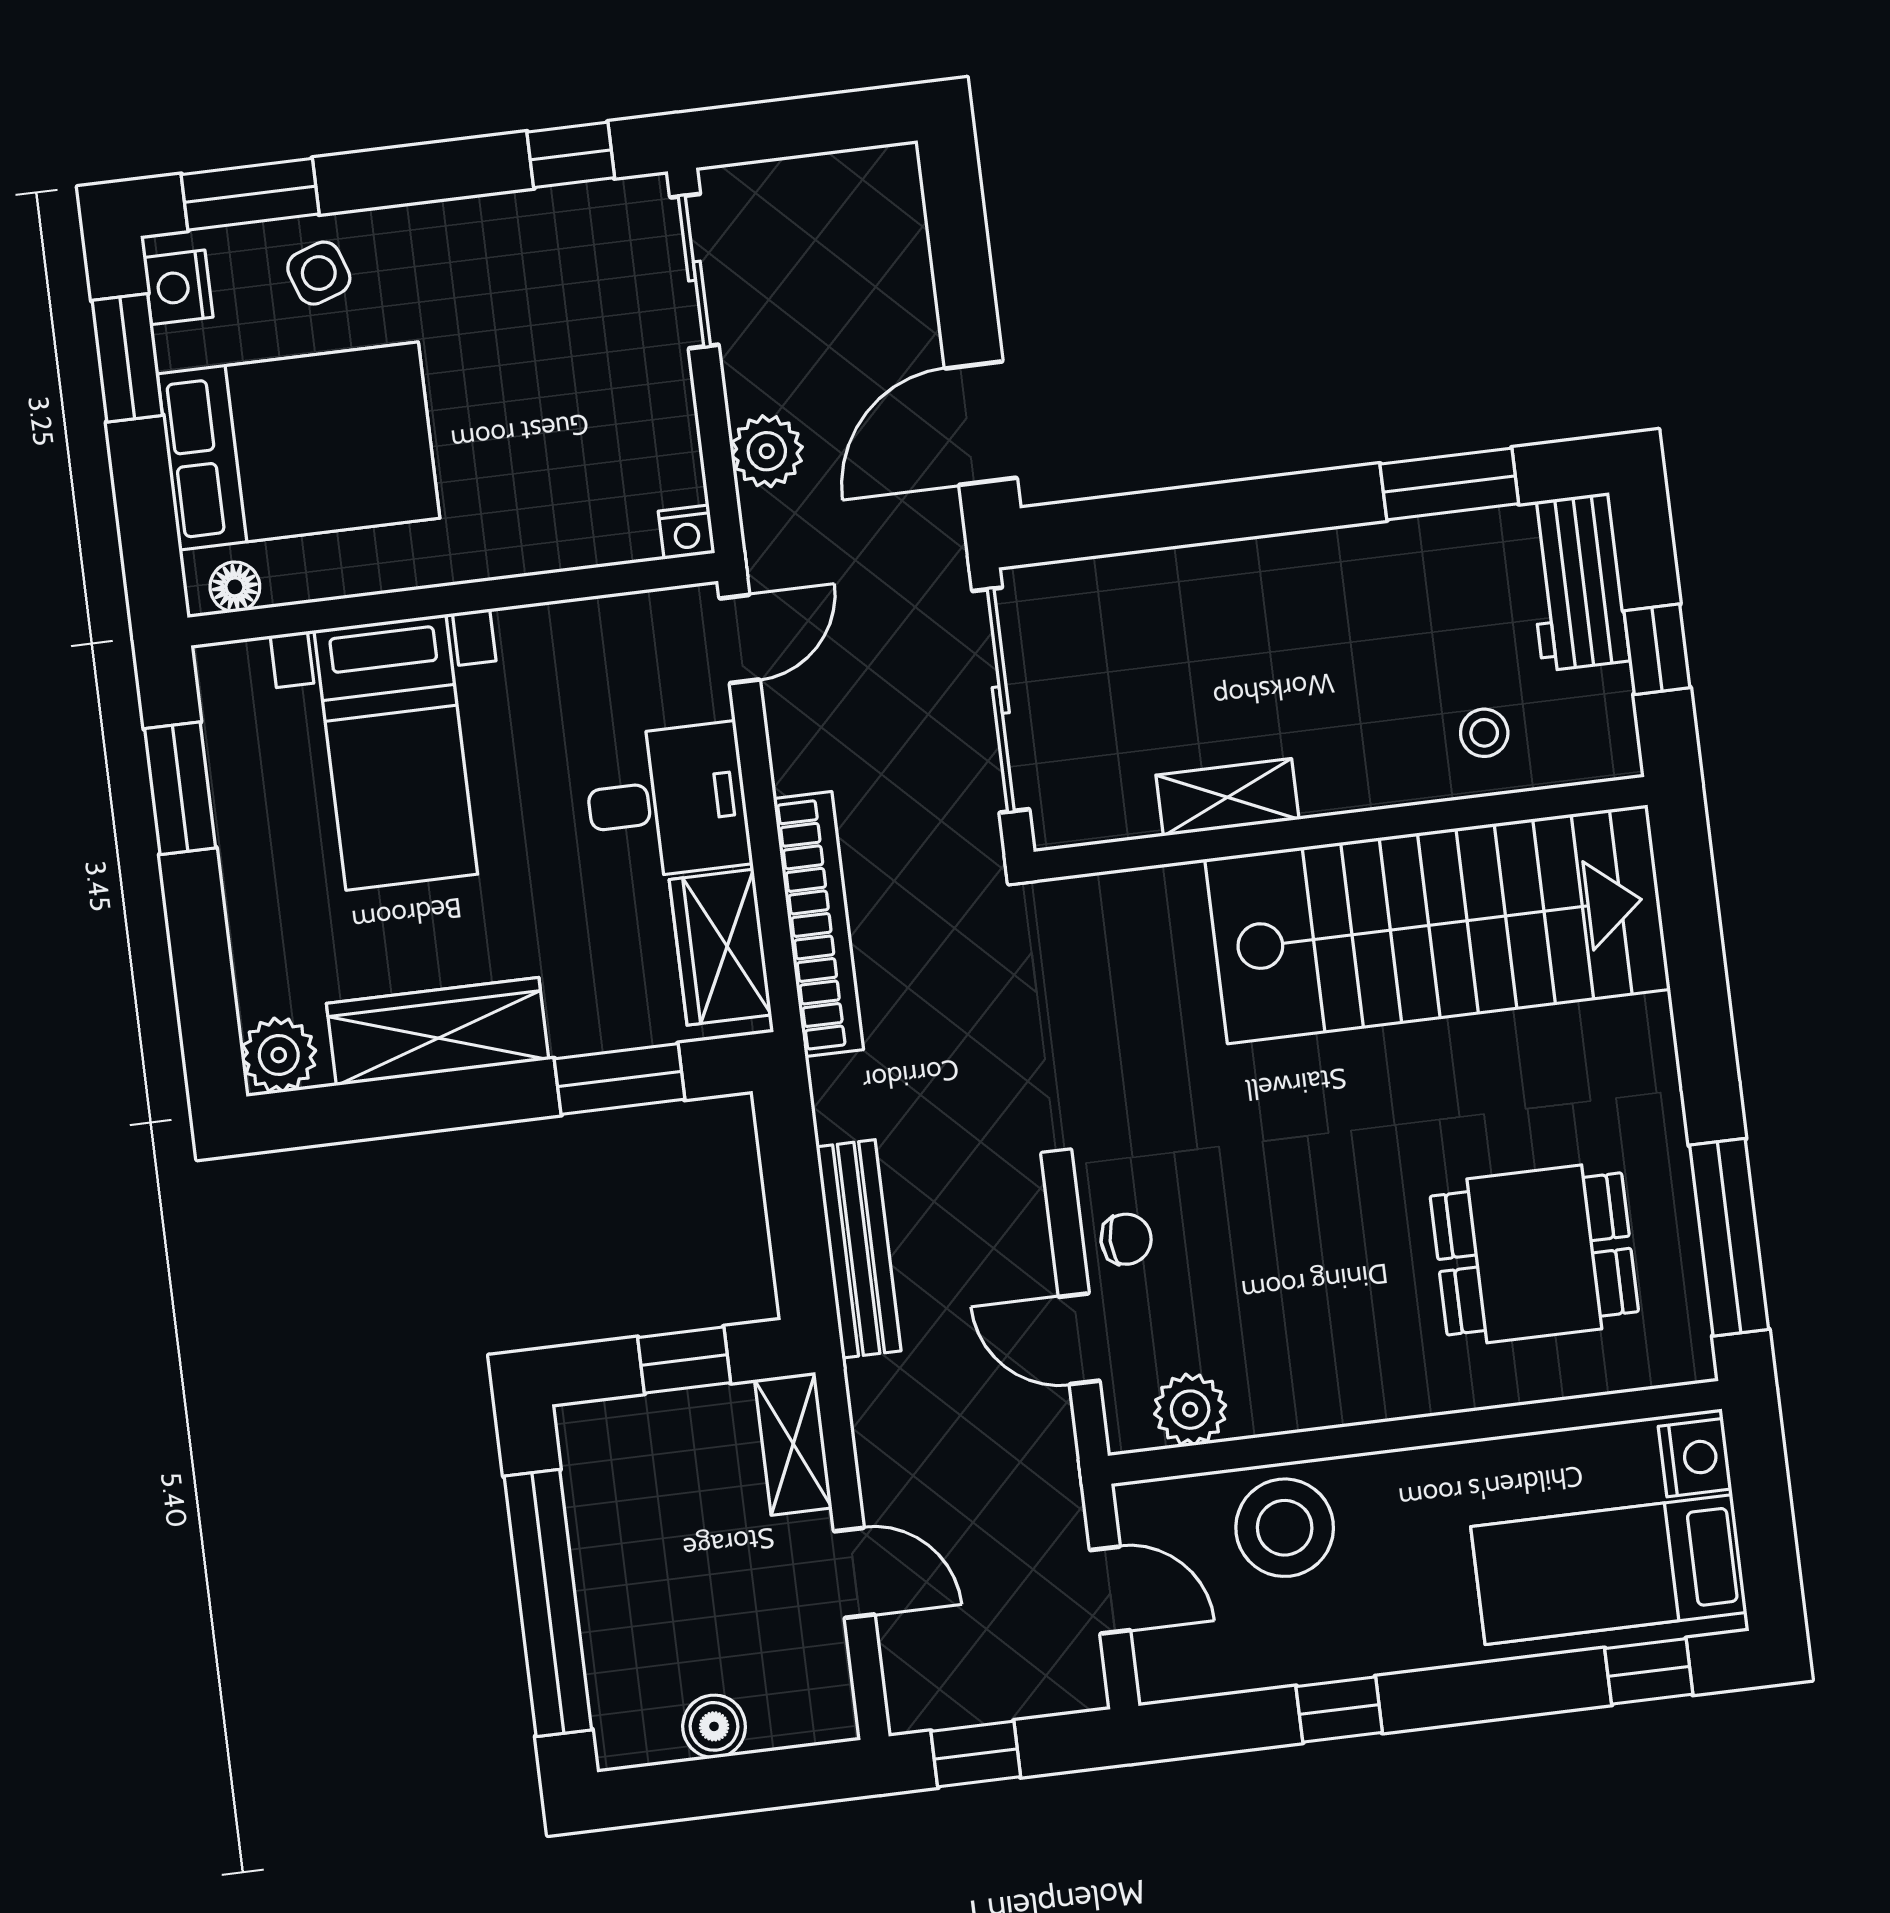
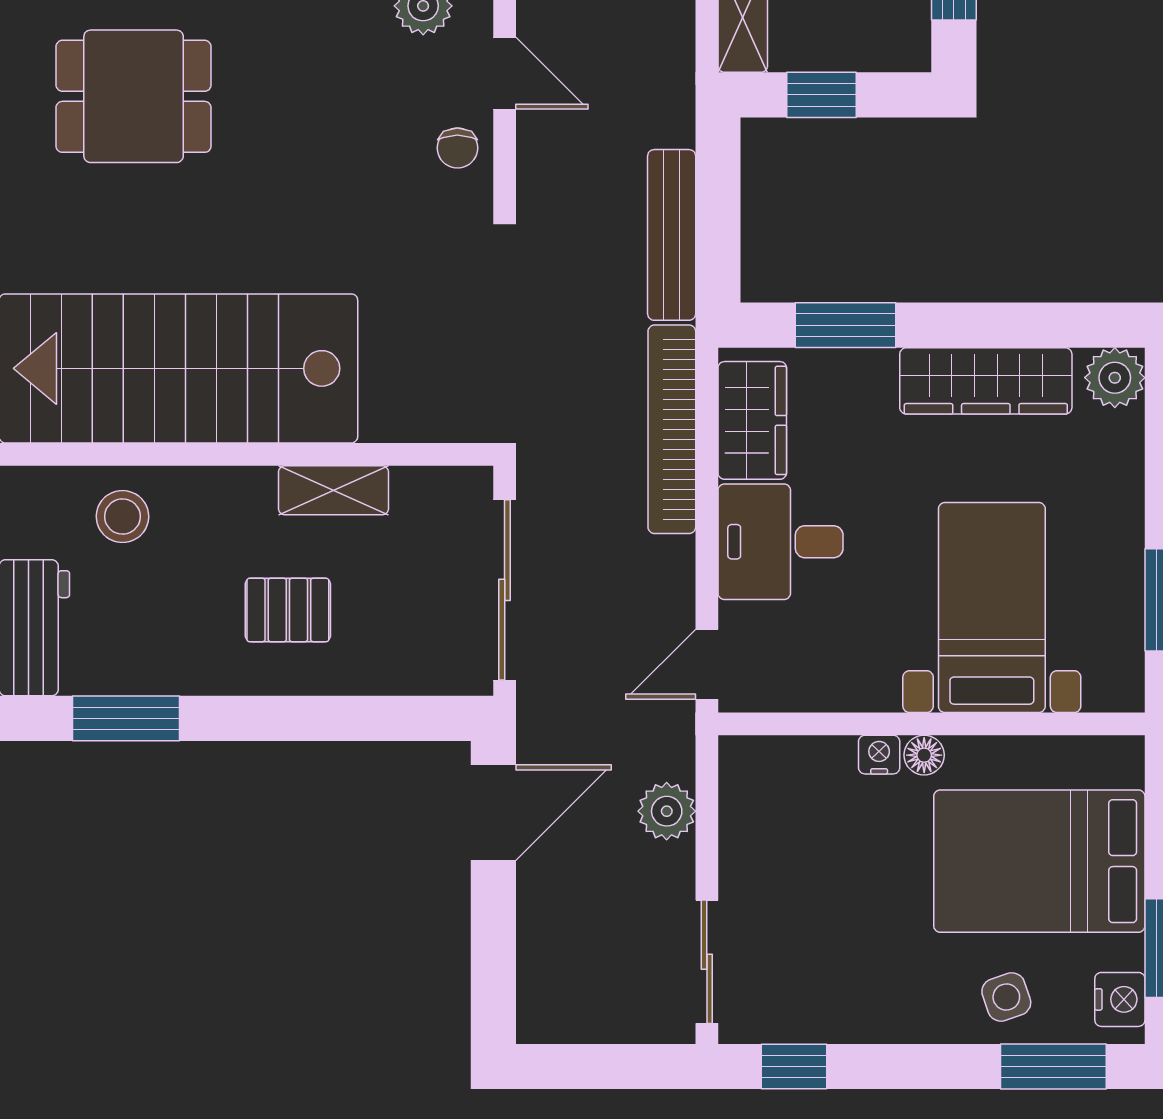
nightstand: (687, 532) -> (879, 755), moved
floor lamp: (235, 587) -> (924, 755), moved
pallet: (1266, 642) -> (288, 610), added
stool: (1484, 733) -> (122, 517), width x1.37, depth x1.37
chair: (1126, 1239) -> (457, 148), turned -90
bench: (859, 1249) -> (672, 235), moved

